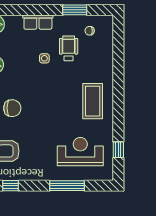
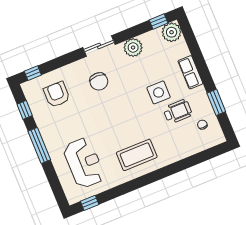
side table: (44, 58) -> (159, 92), width x1.87, depth x1.87
window: (118, 150) -> (90, 203), moved
window: (67, 186) -> (39, 145), moved

